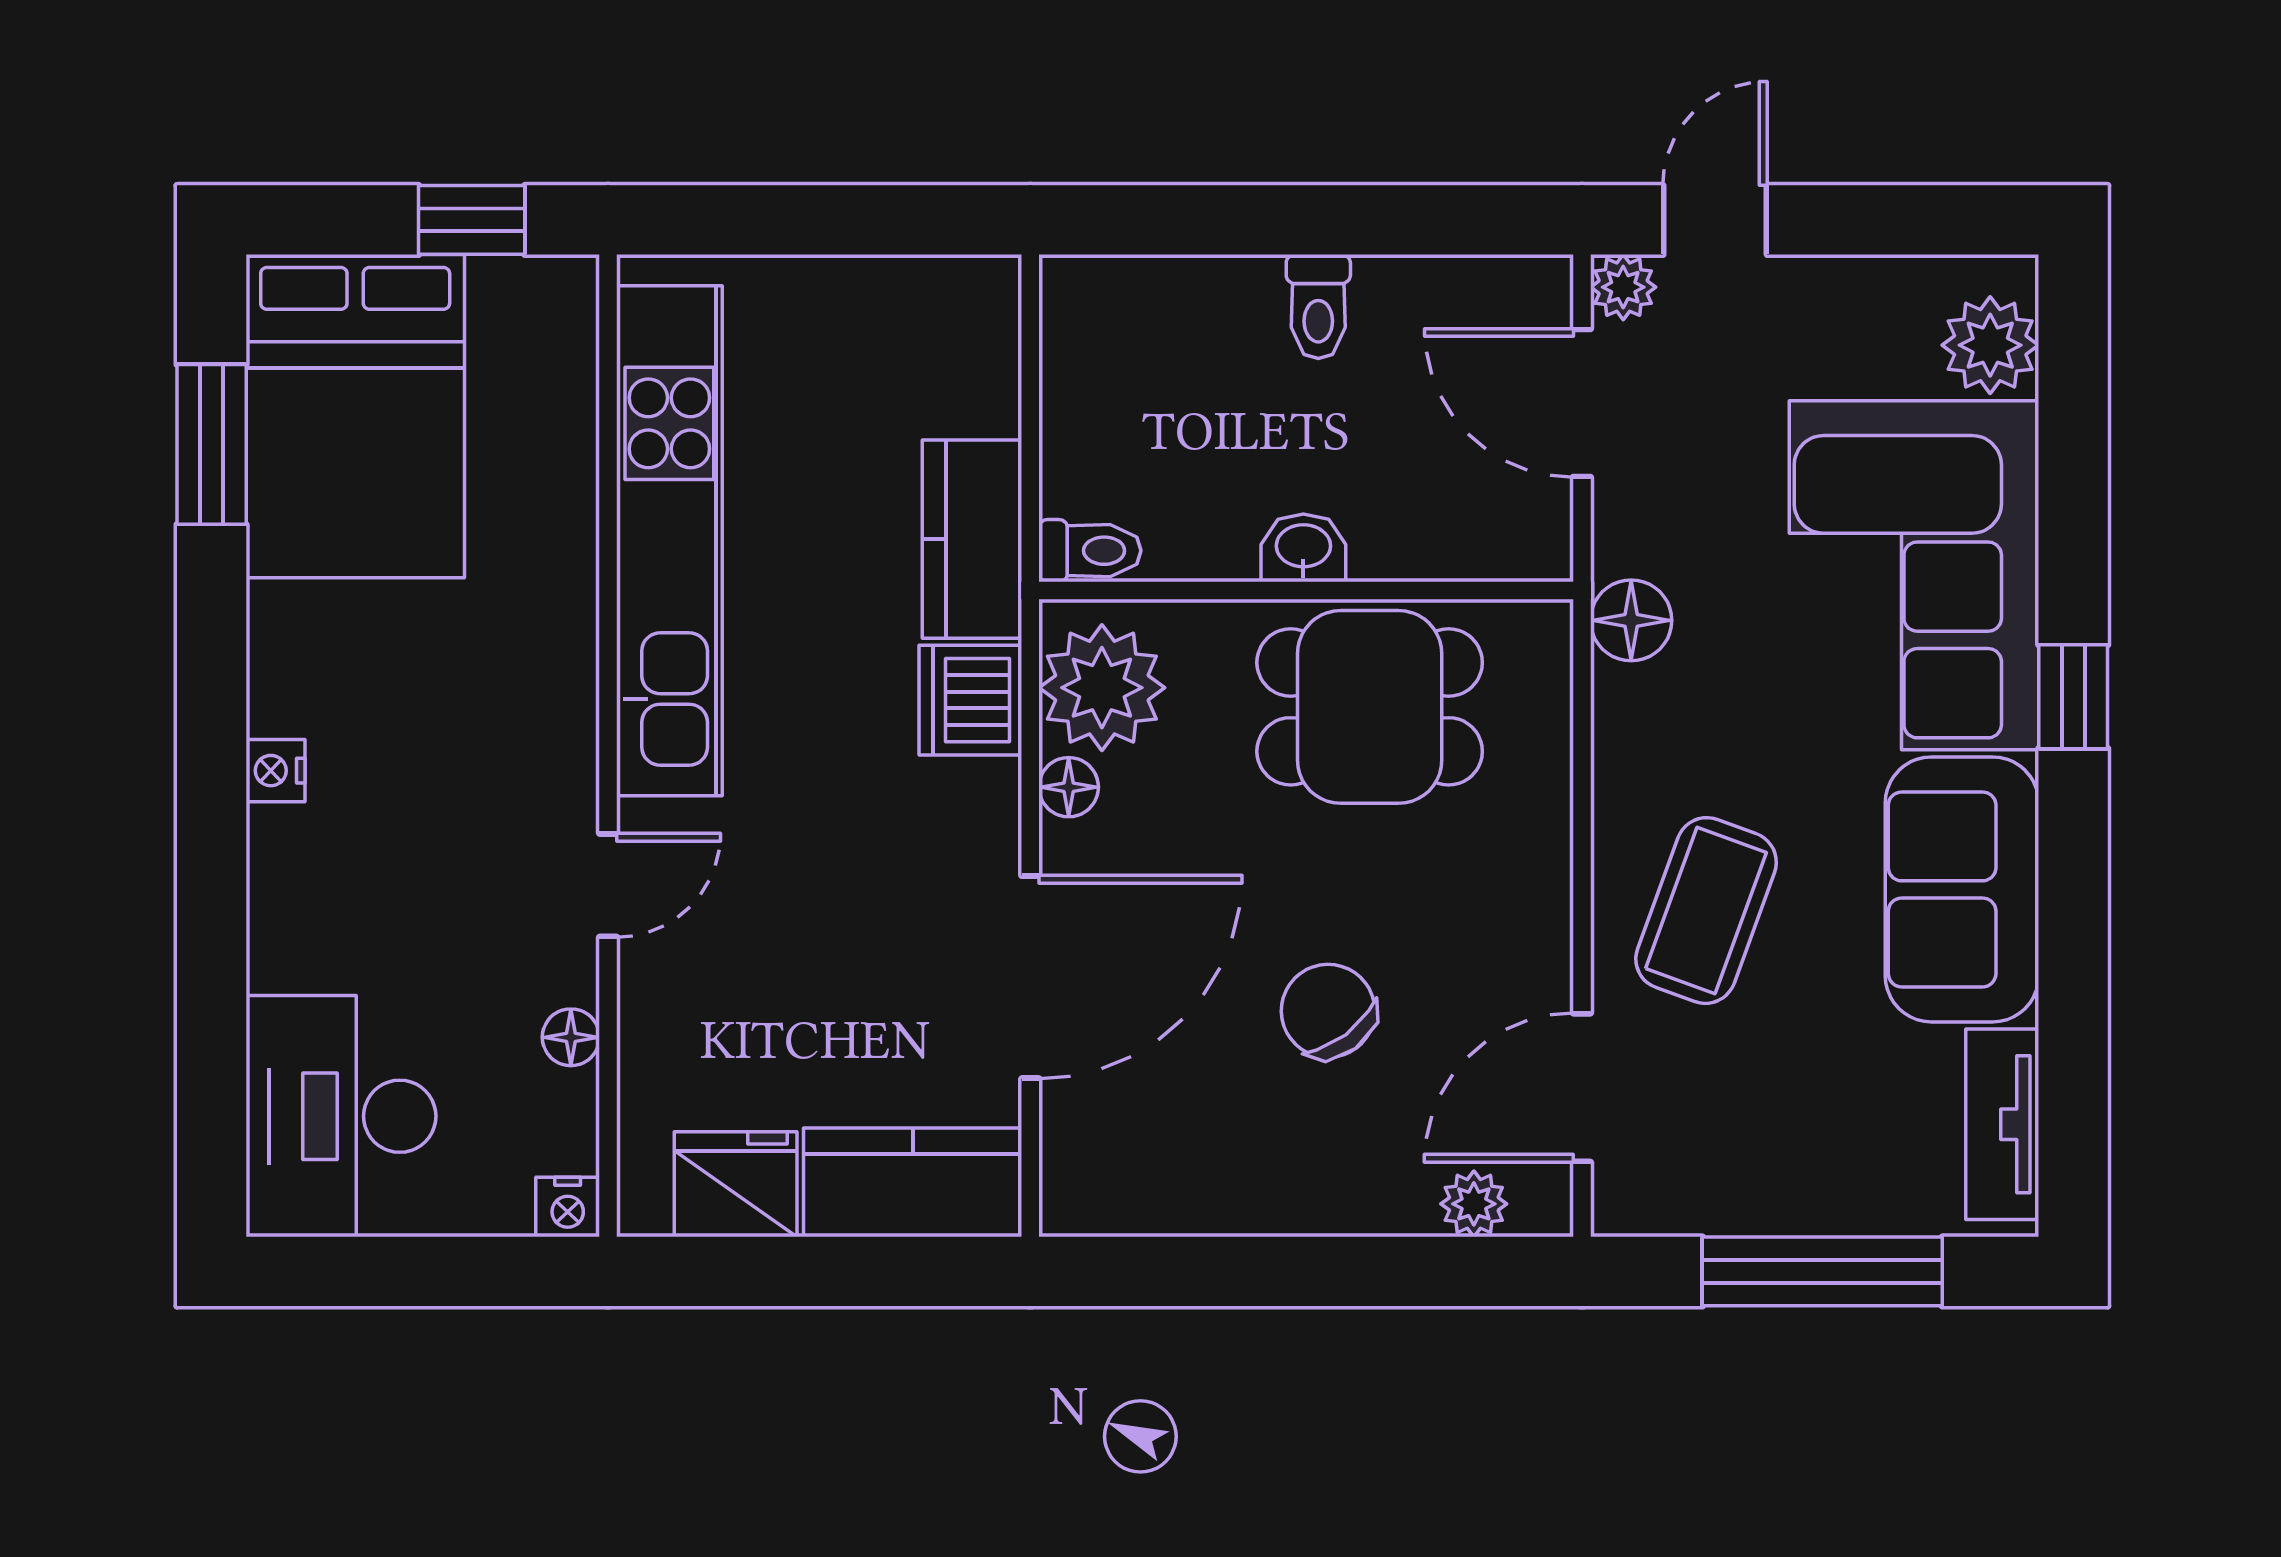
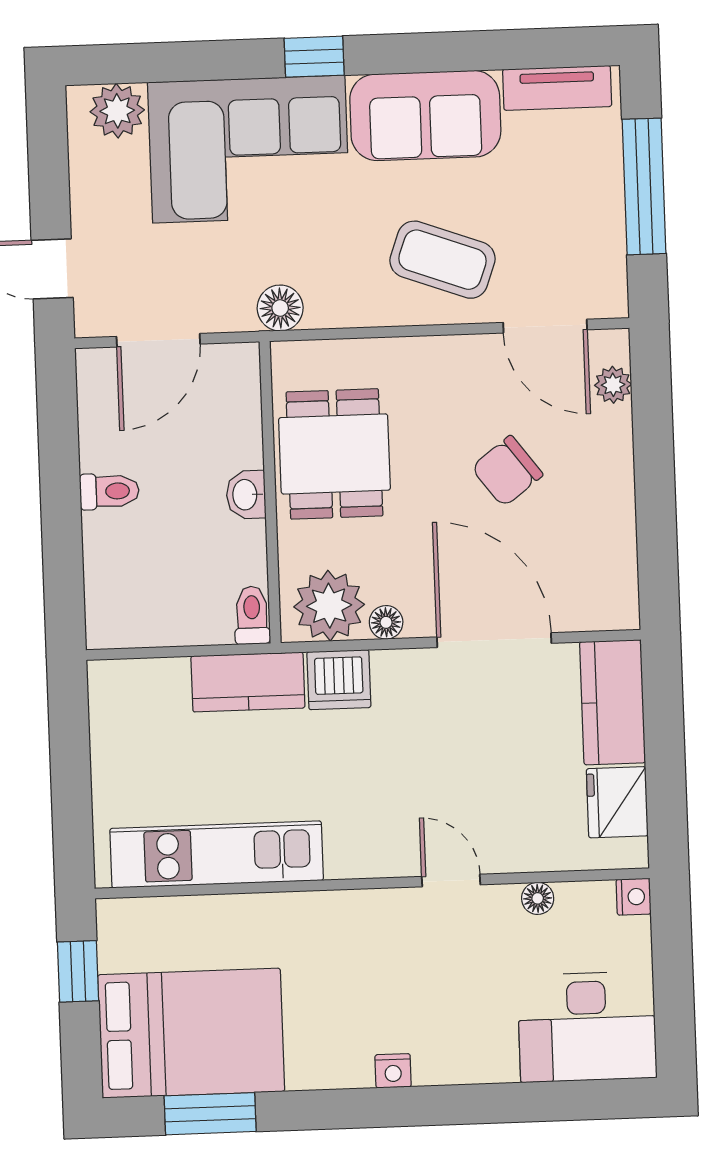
plant: (1623, 287) -> (92, 319), removed
kitchen unit: (669, 541) -> (217, 854), width x0.73

